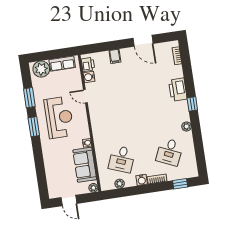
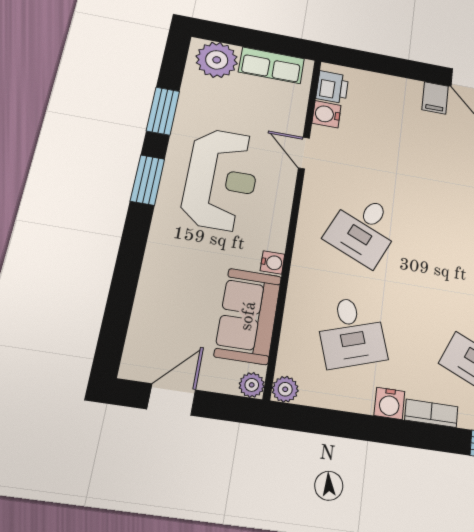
filing cabinet: (115, 56) -> (435, 98), moved
desk: (116, 119) -> (363, 229), added
desk: (122, 159) -> (351, 332), turned -39
plant: (120, 184) -> (285, 389), moved
door: (69, 201) -> (171, 399), swing flipped

